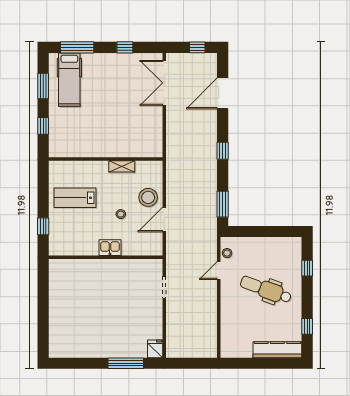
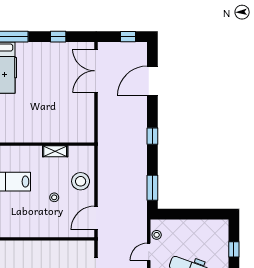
door: (164, 219) -> (96, 218), moved
kitchen sink: (110, 248) -> (44, 230), removed

